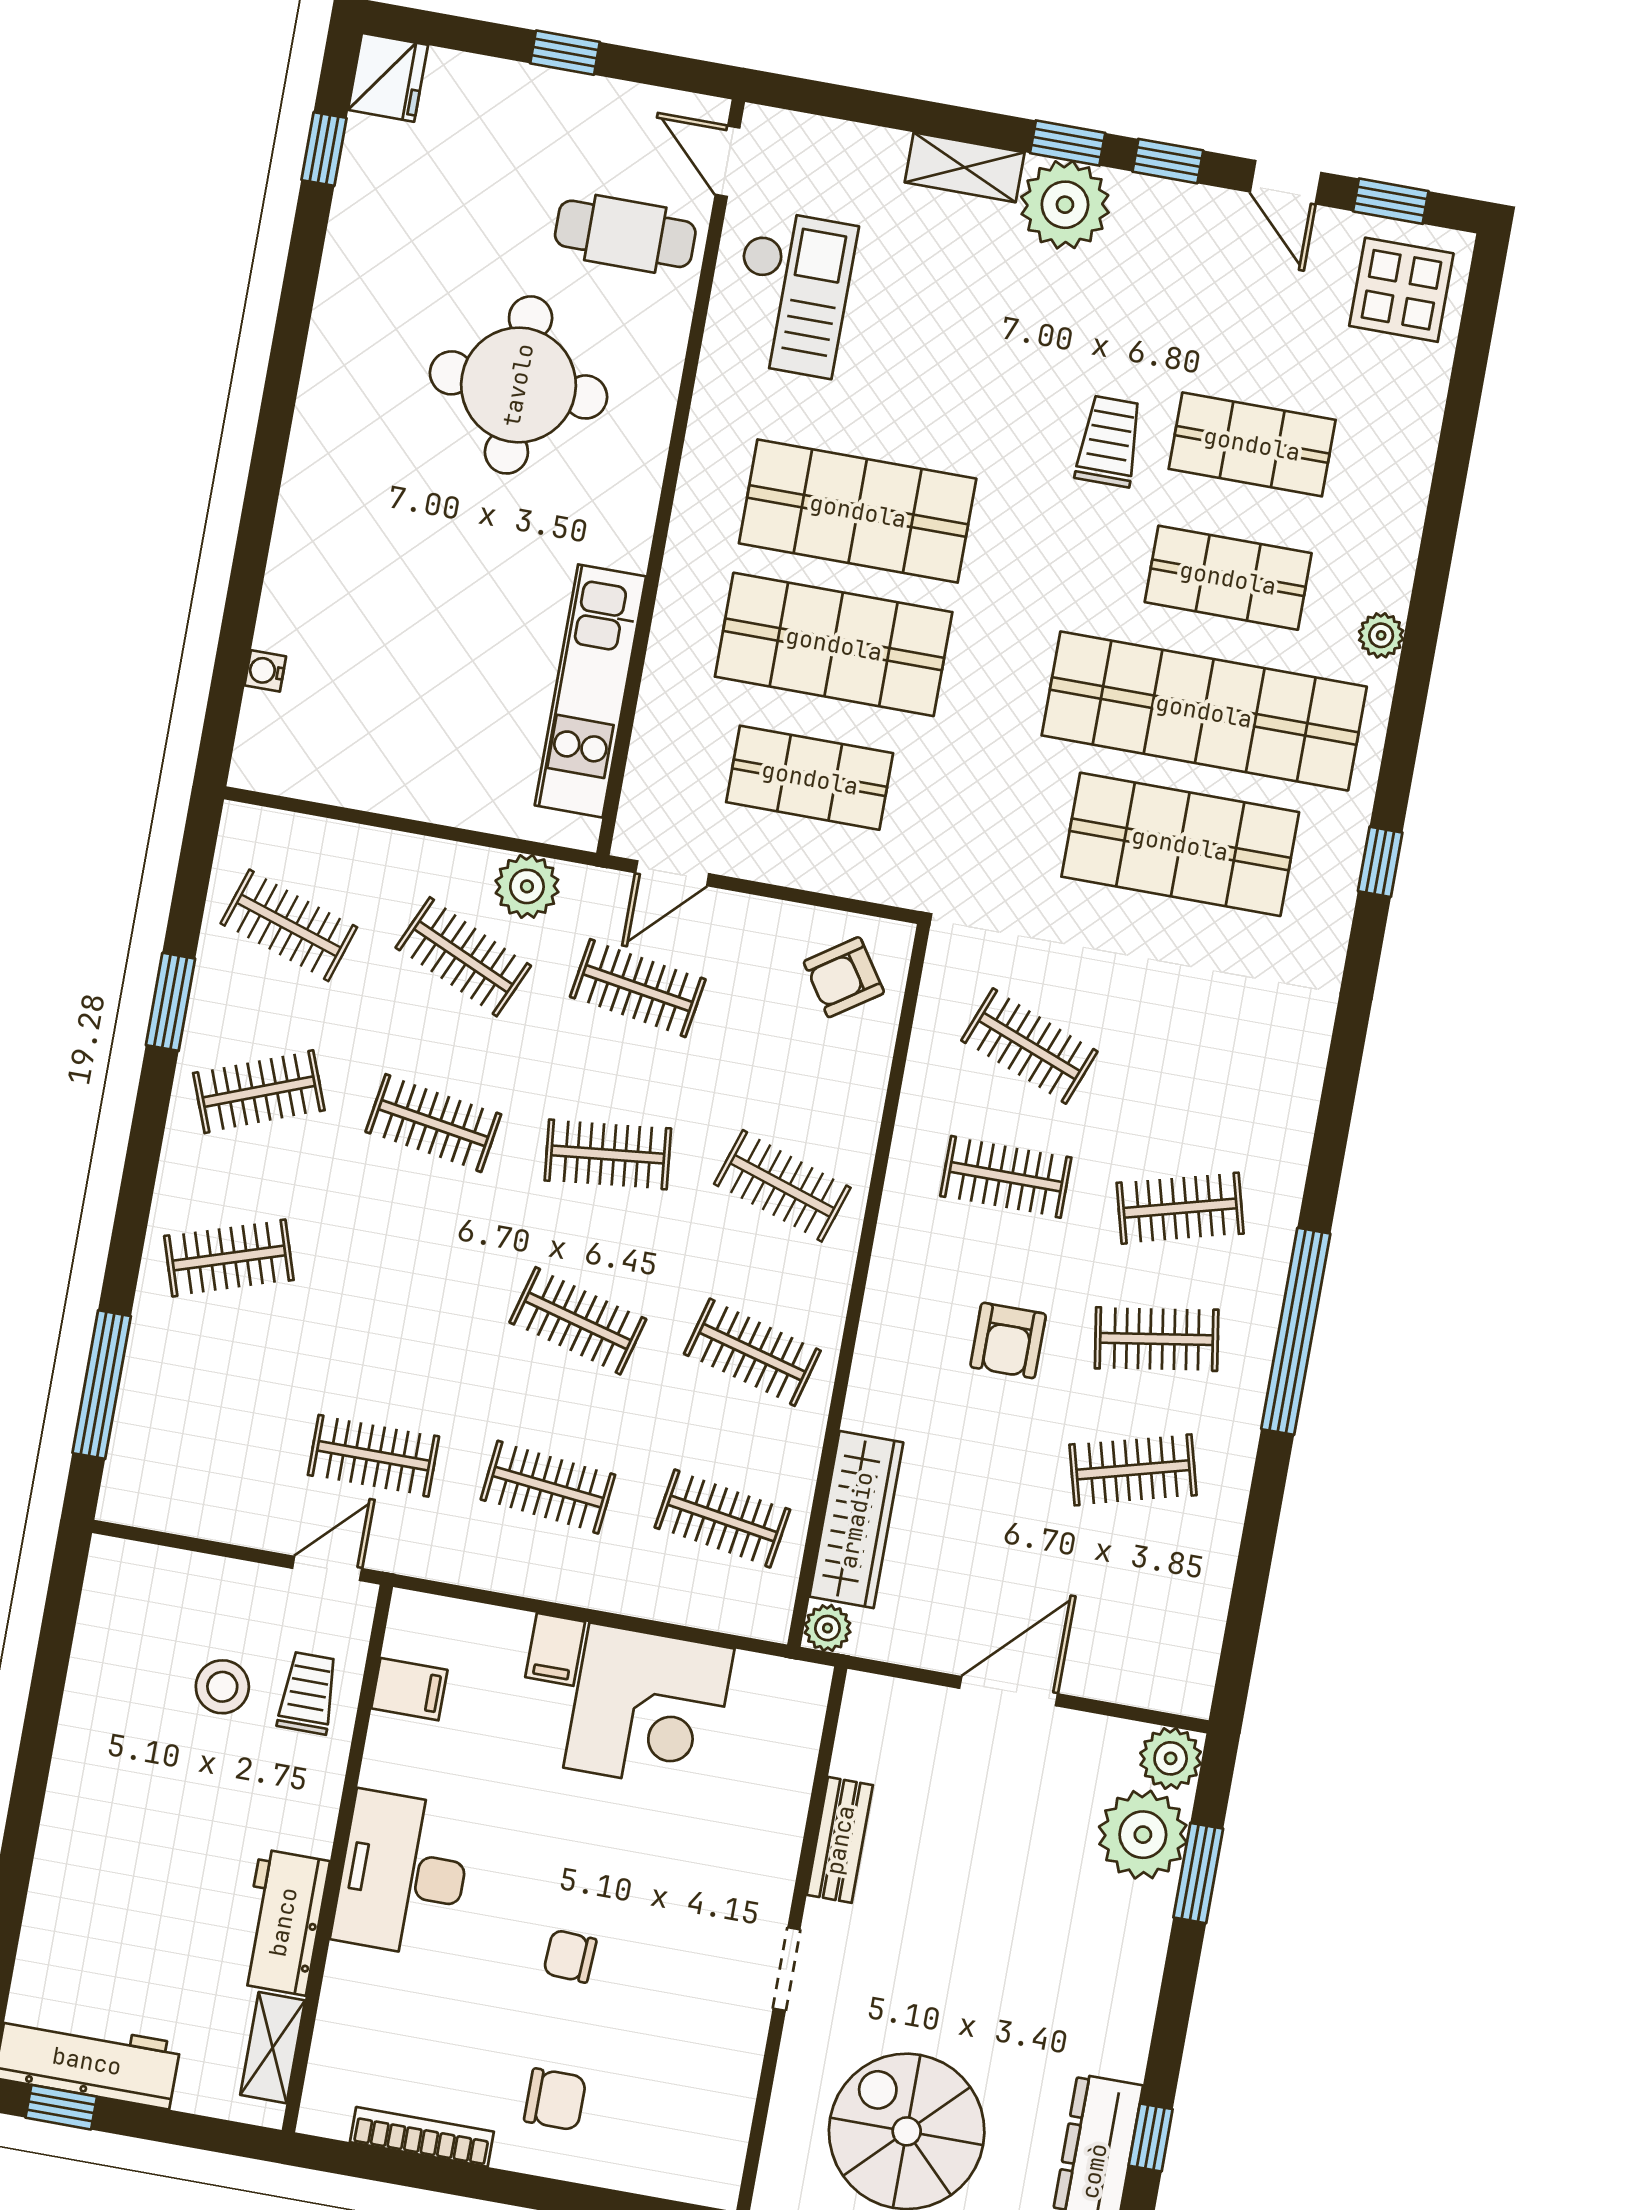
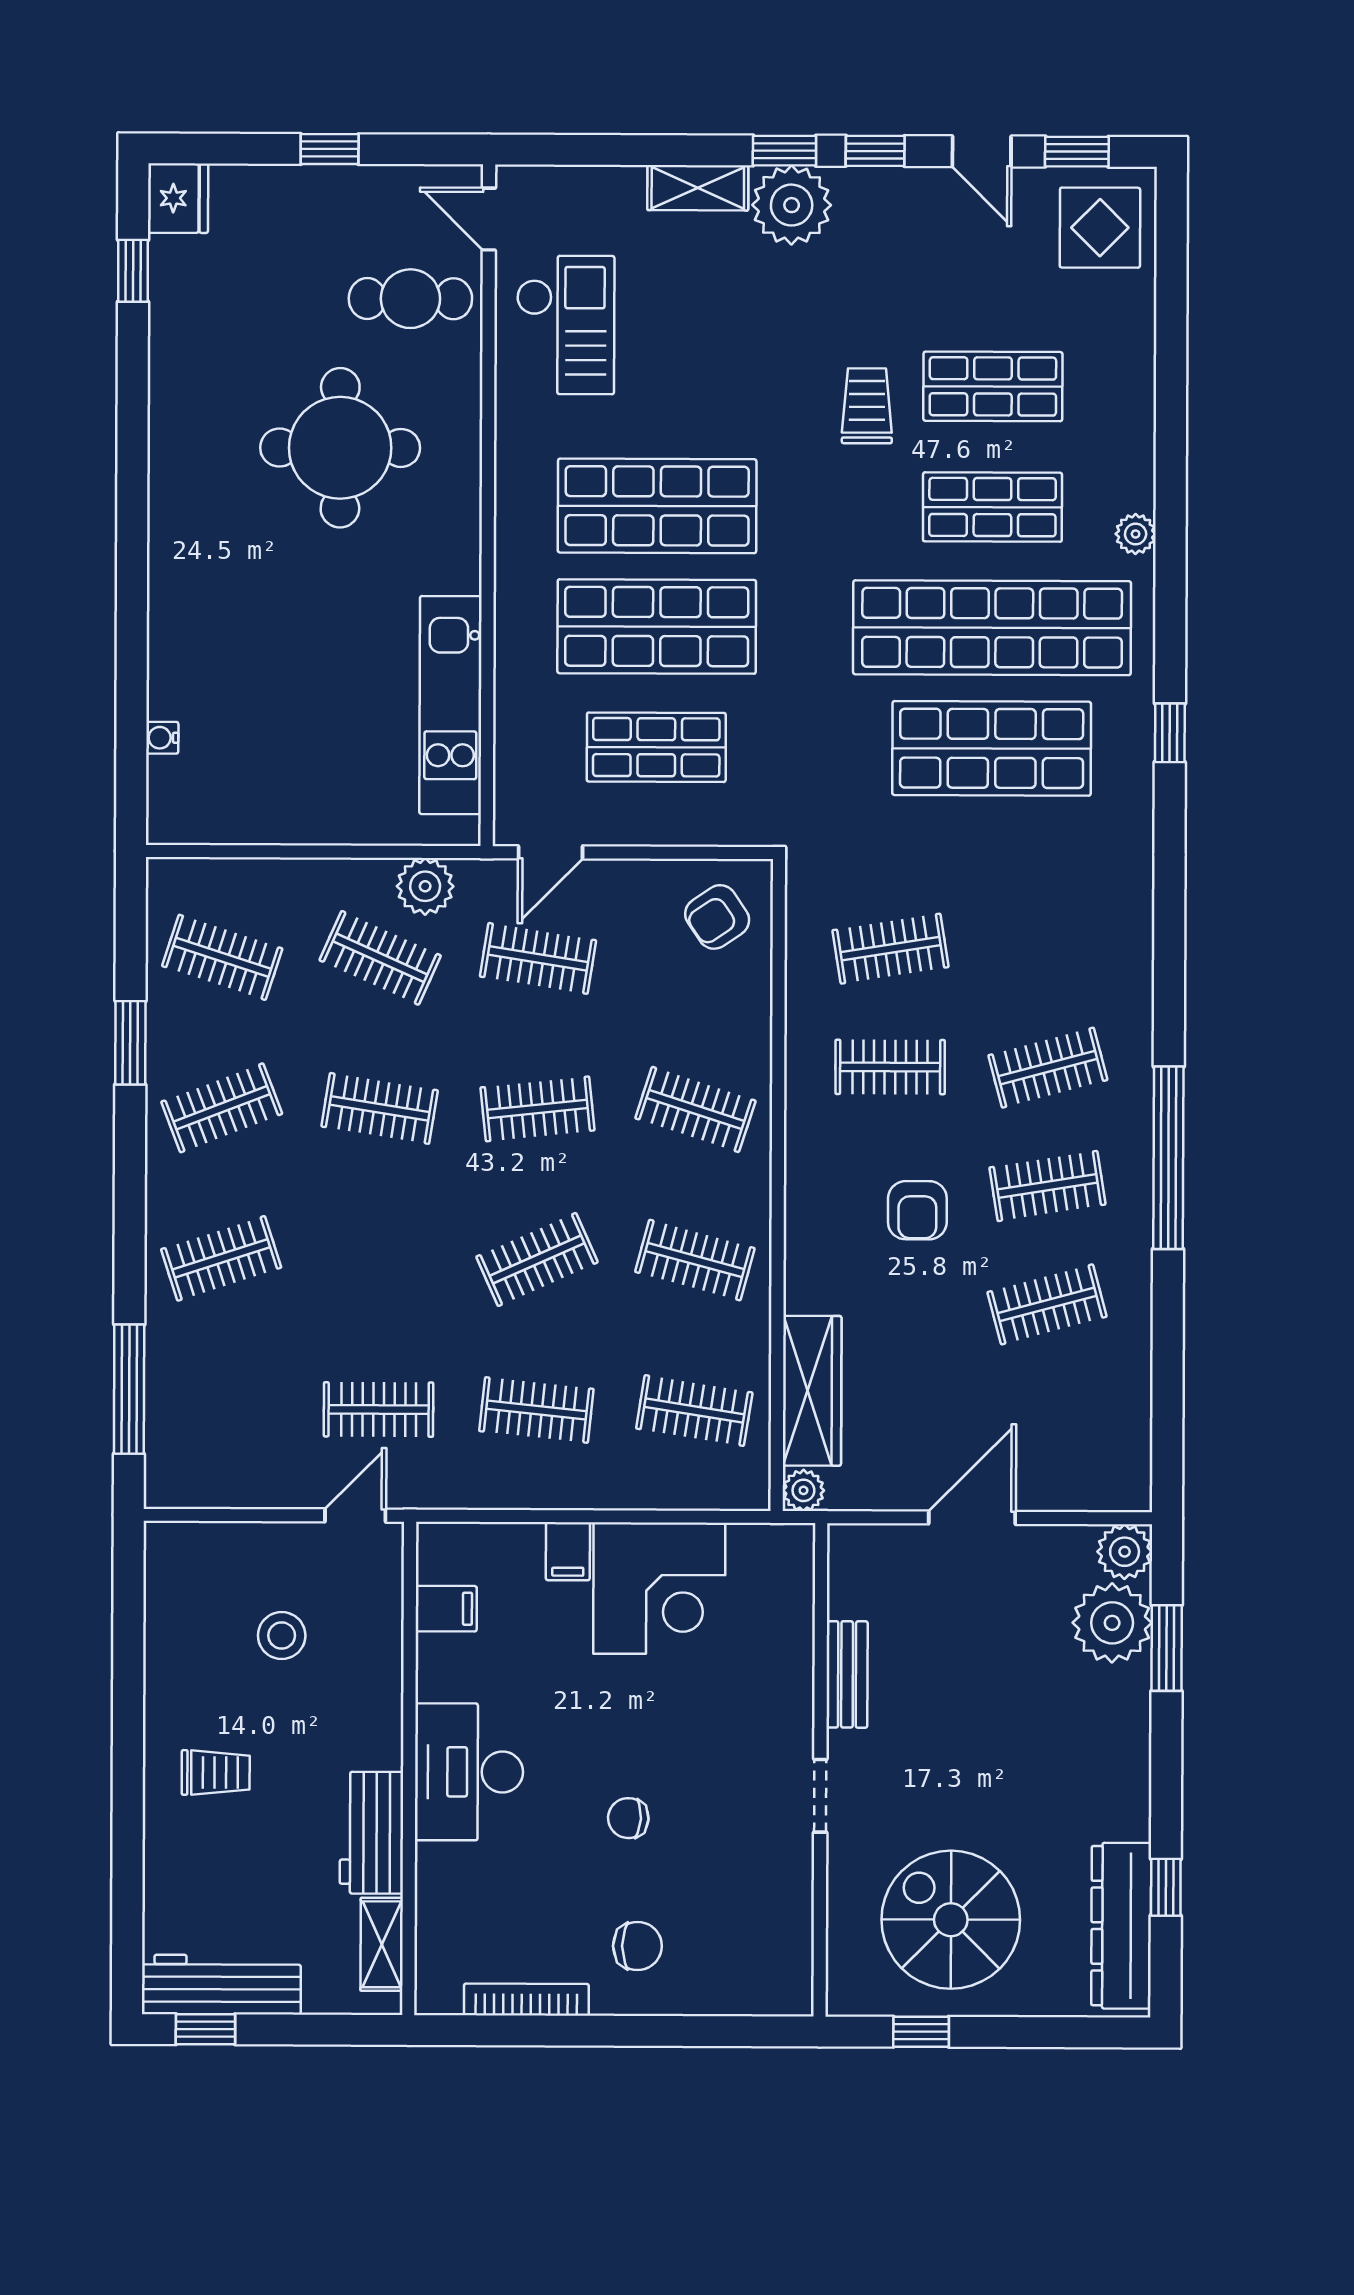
clothes rail: (1029, 1046) -> (891, 949), turned -30
clothes rail: (578, 1321) -> (537, 1259), turned -39
trolley: (308, 1693) -> (216, 1772), moved, turned 90

